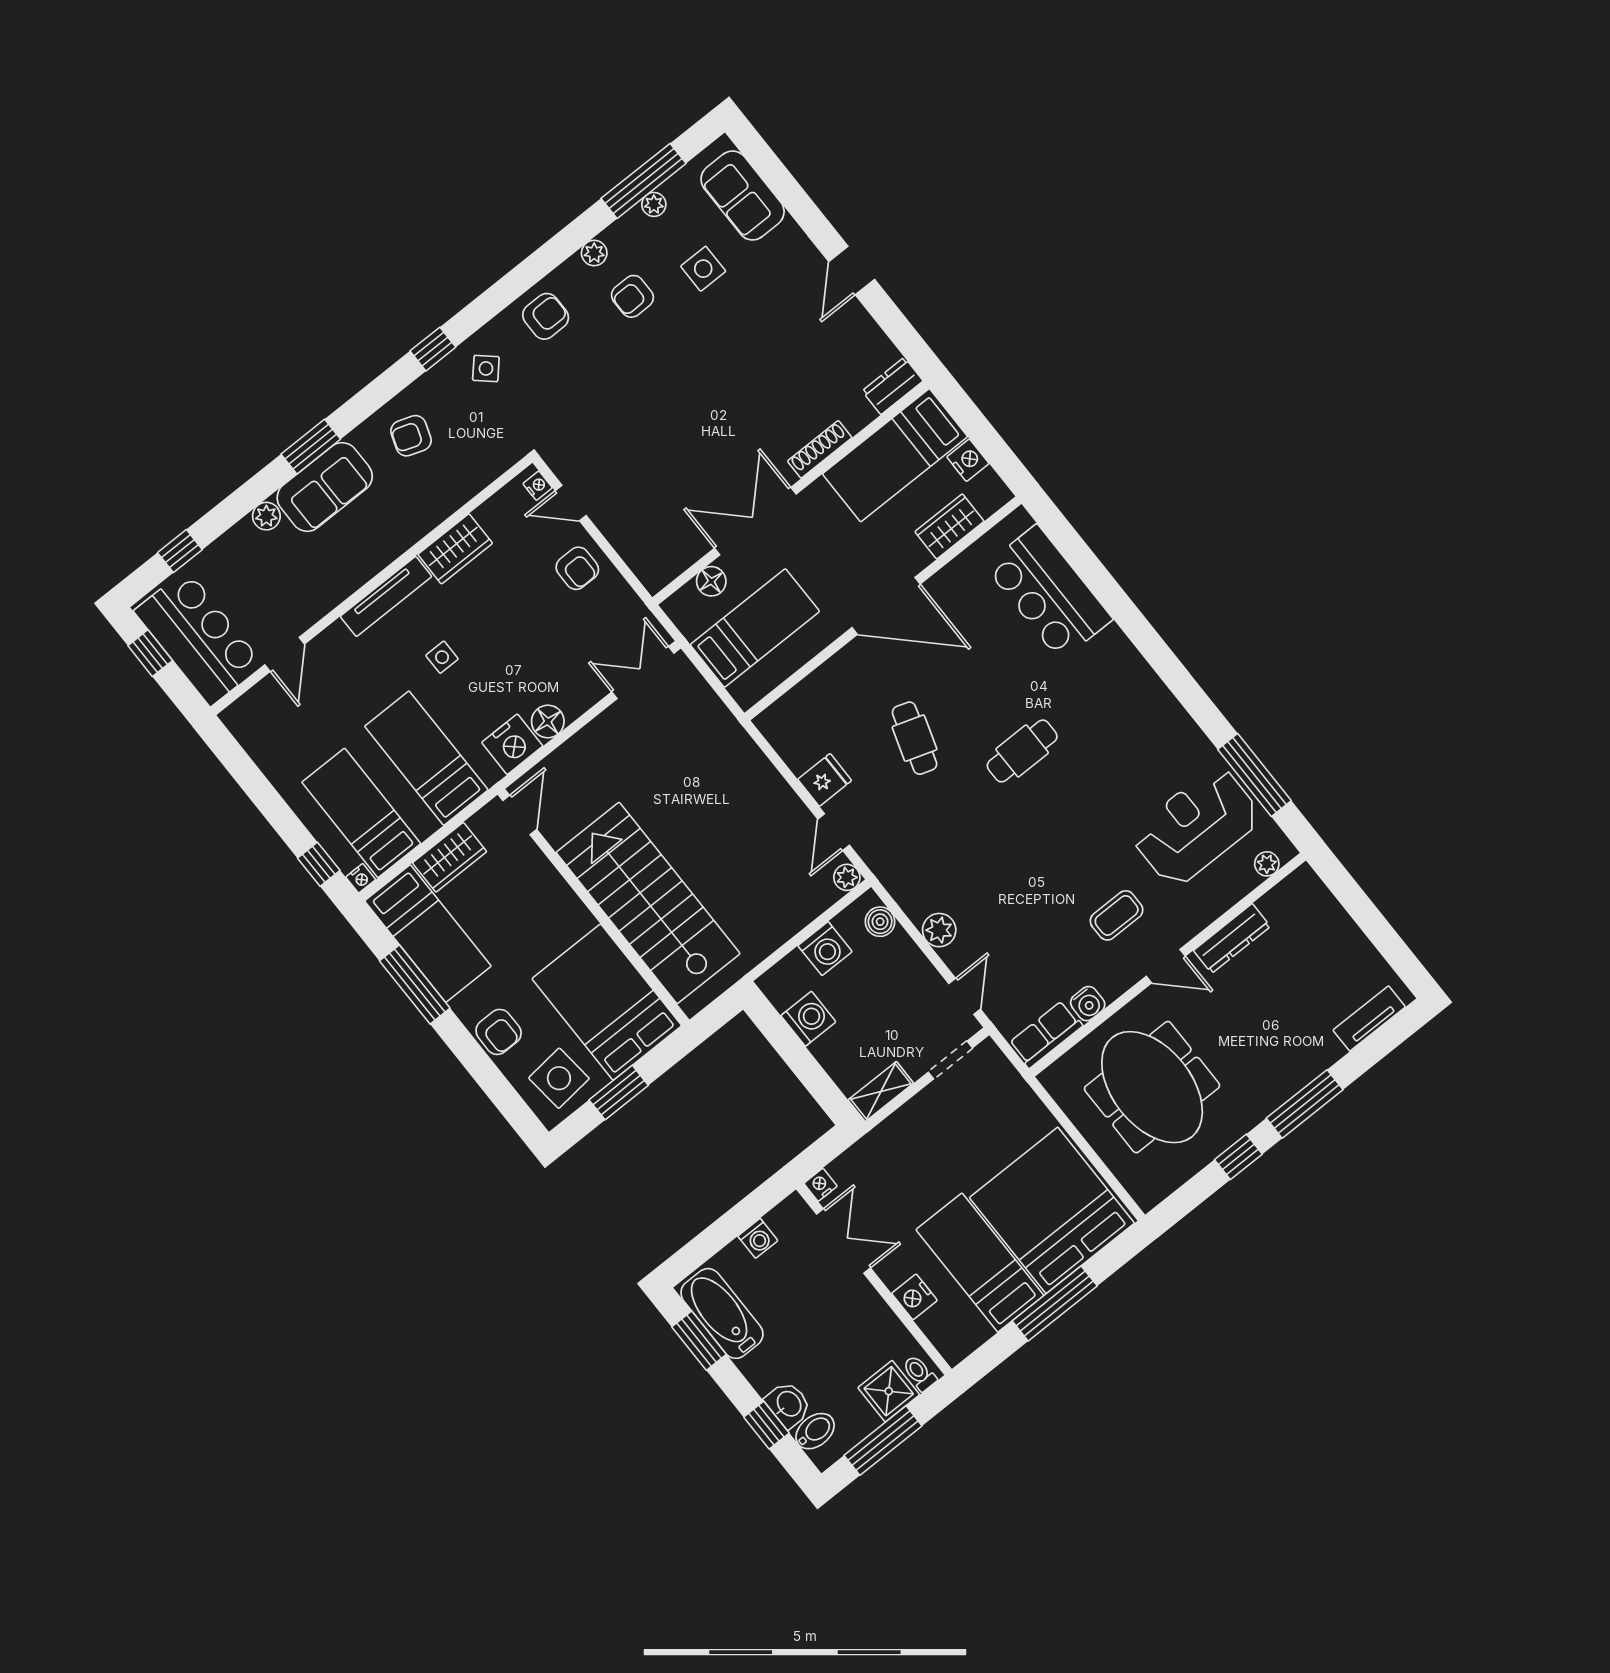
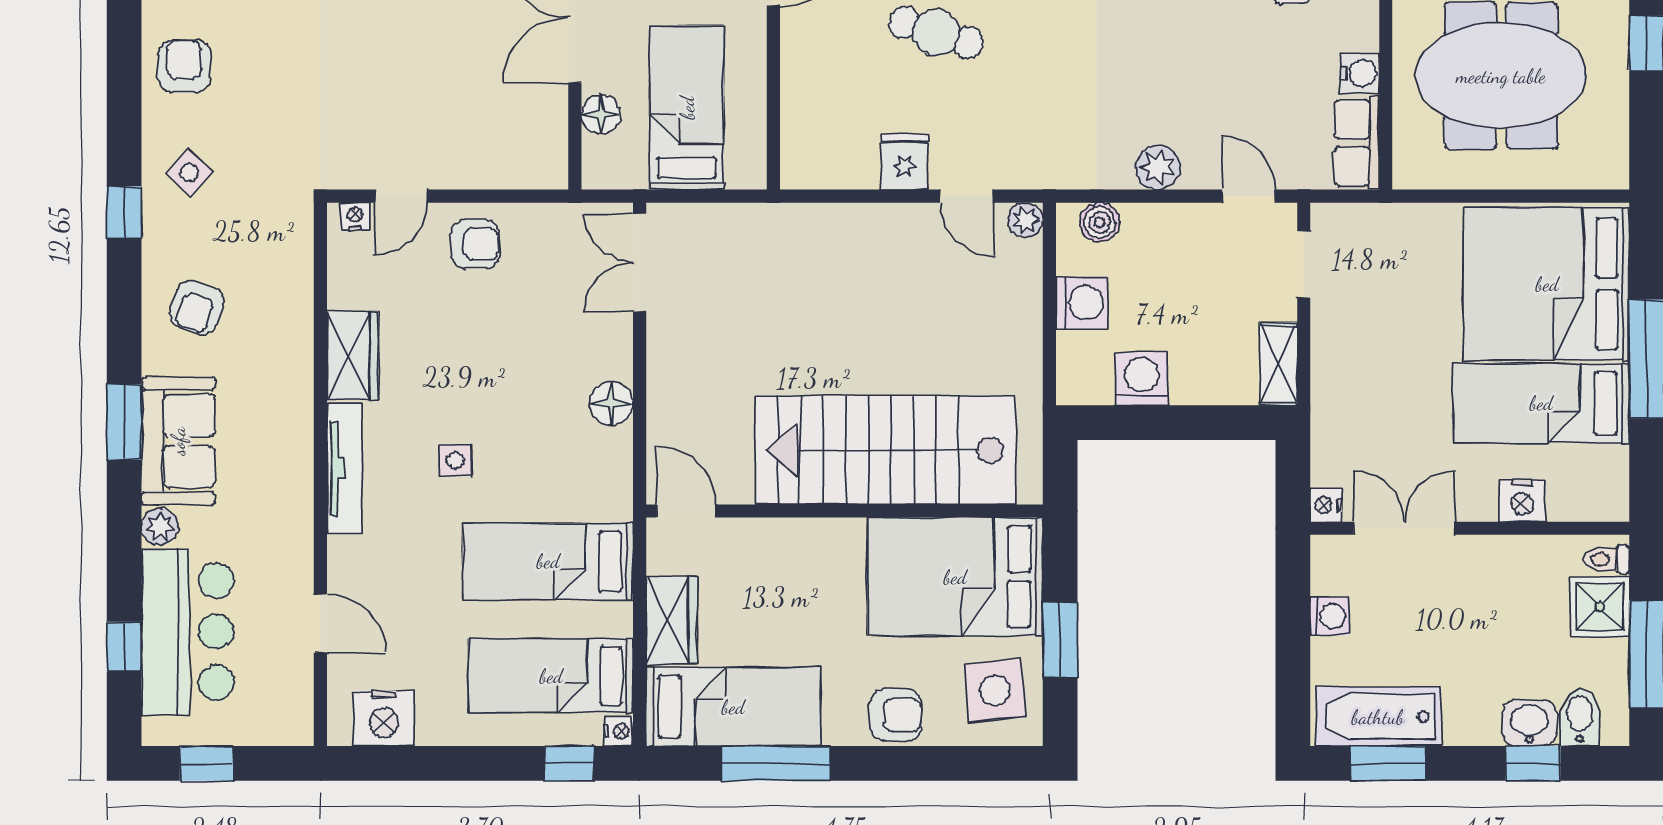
bar counter: (198, 638) -> (188, 632), moved, turned 90
nightstand: (512, 744) -> (384, 718), moved, turned 90

